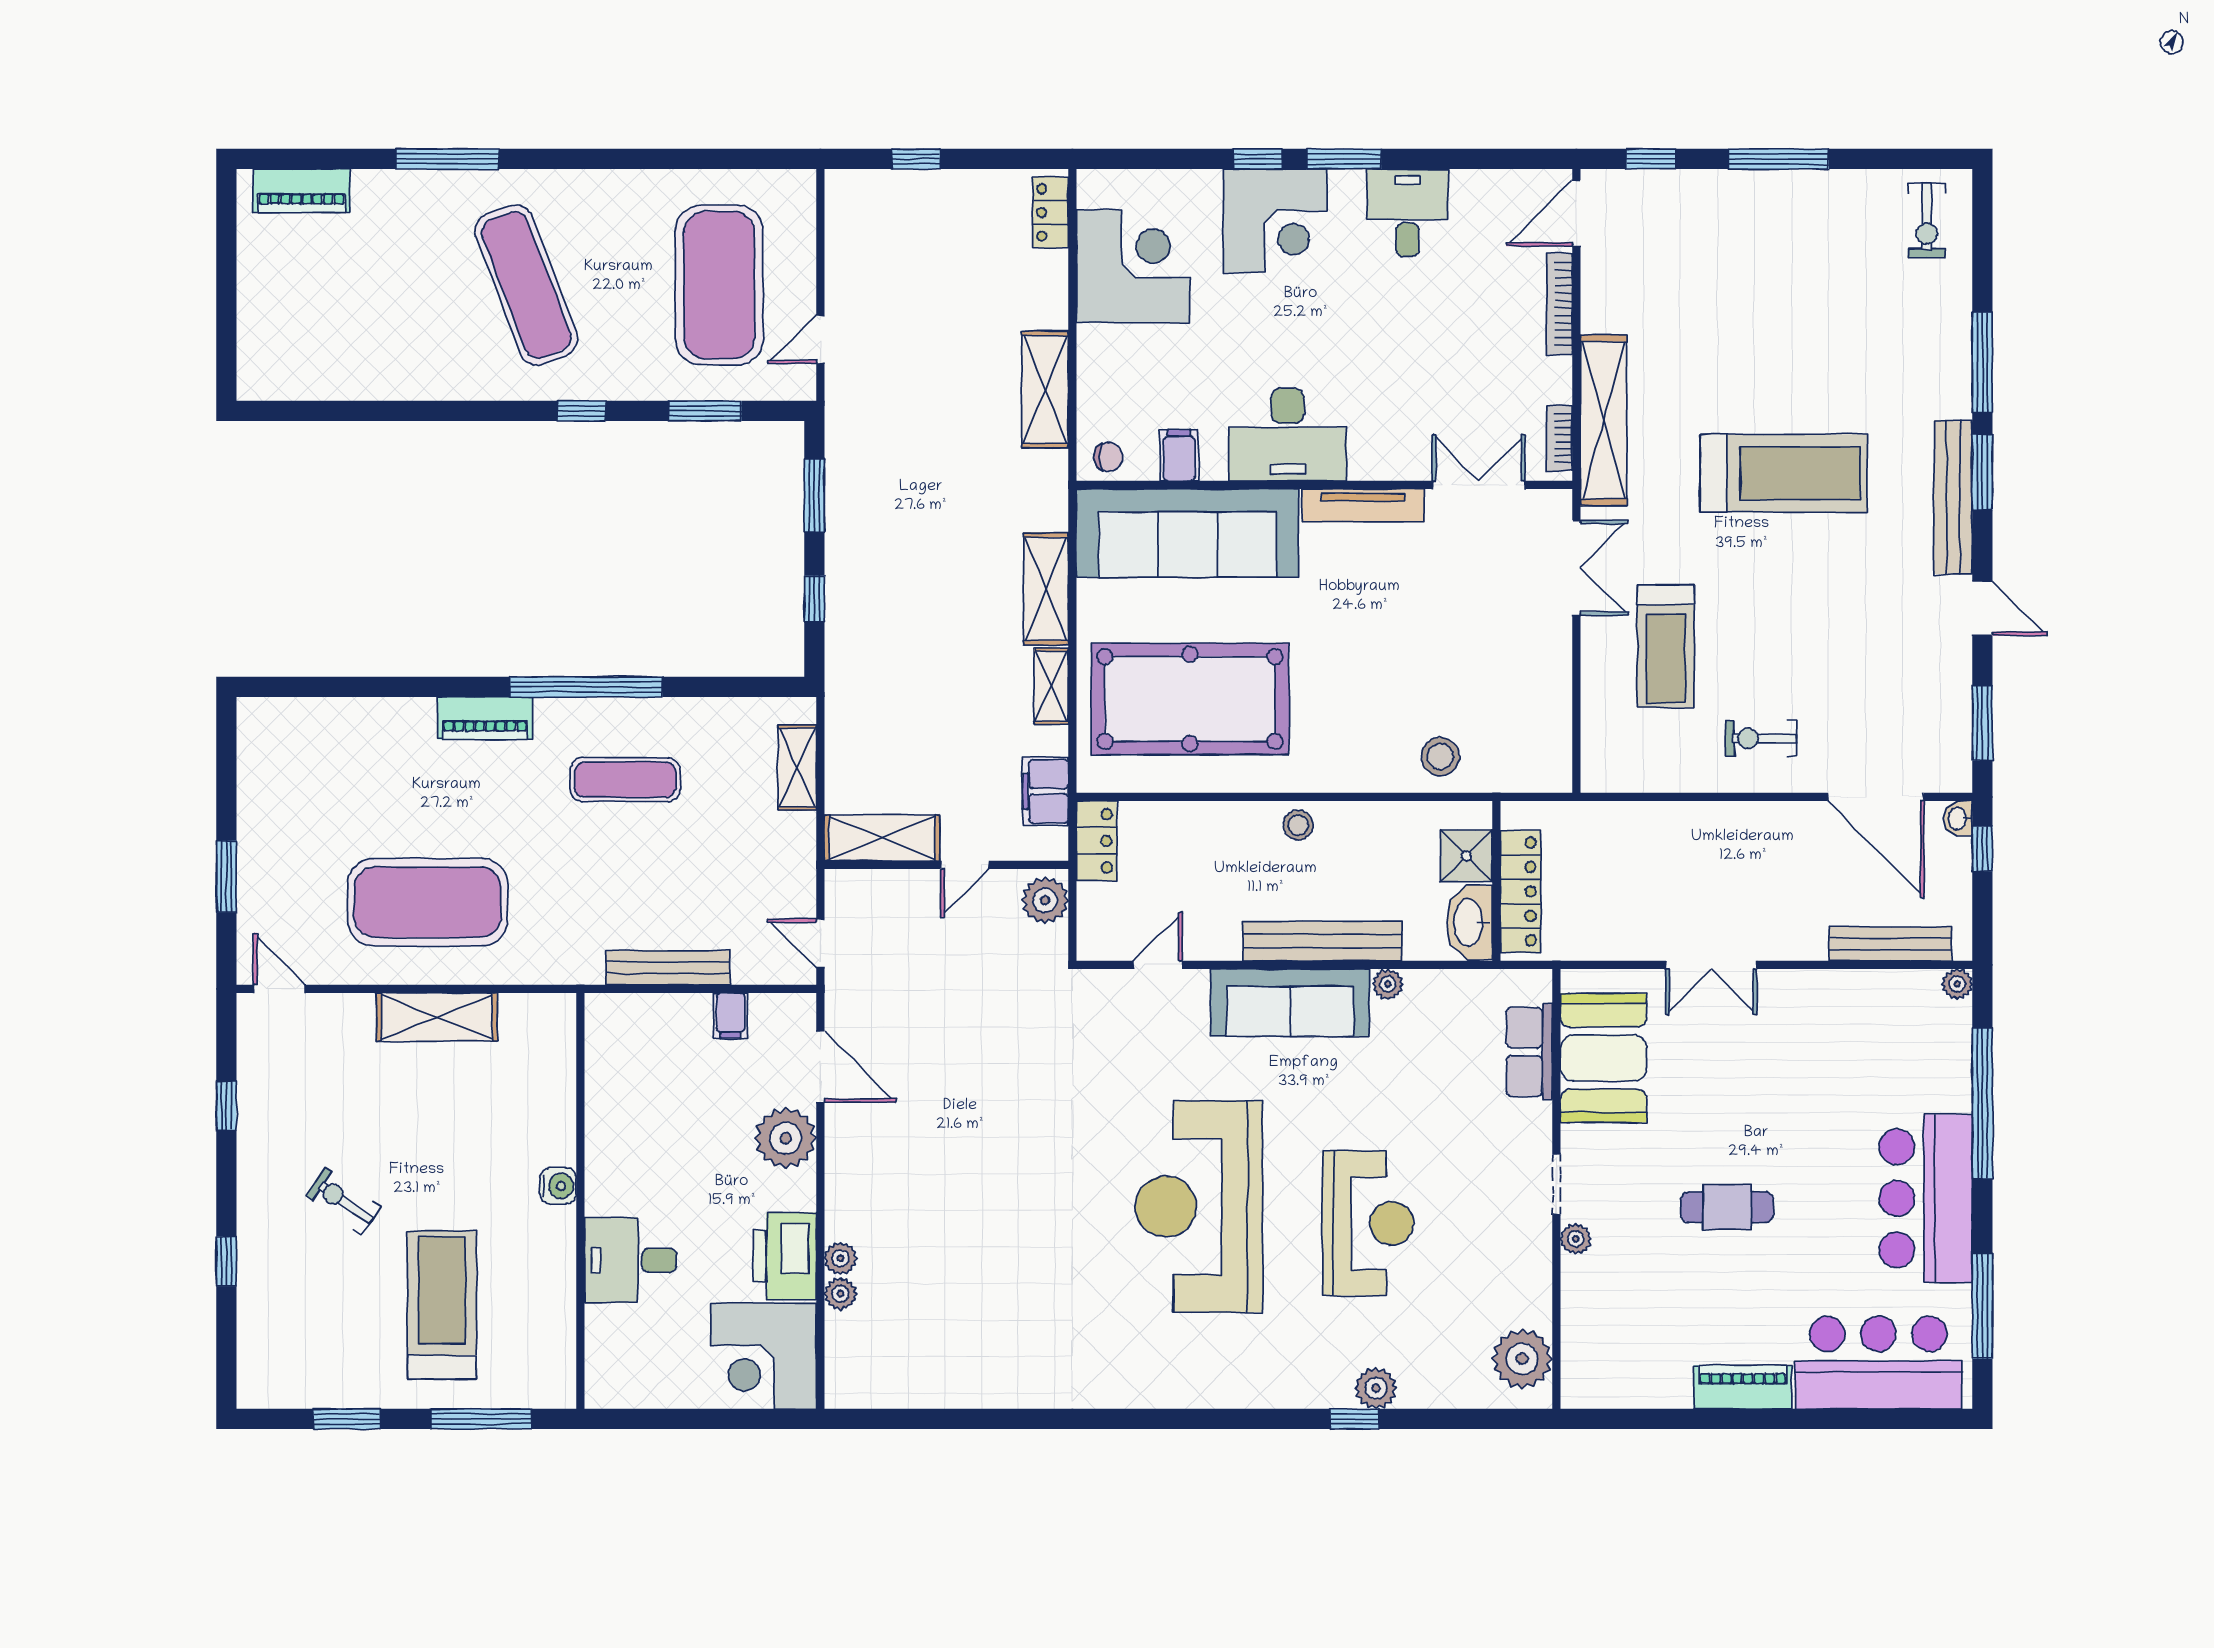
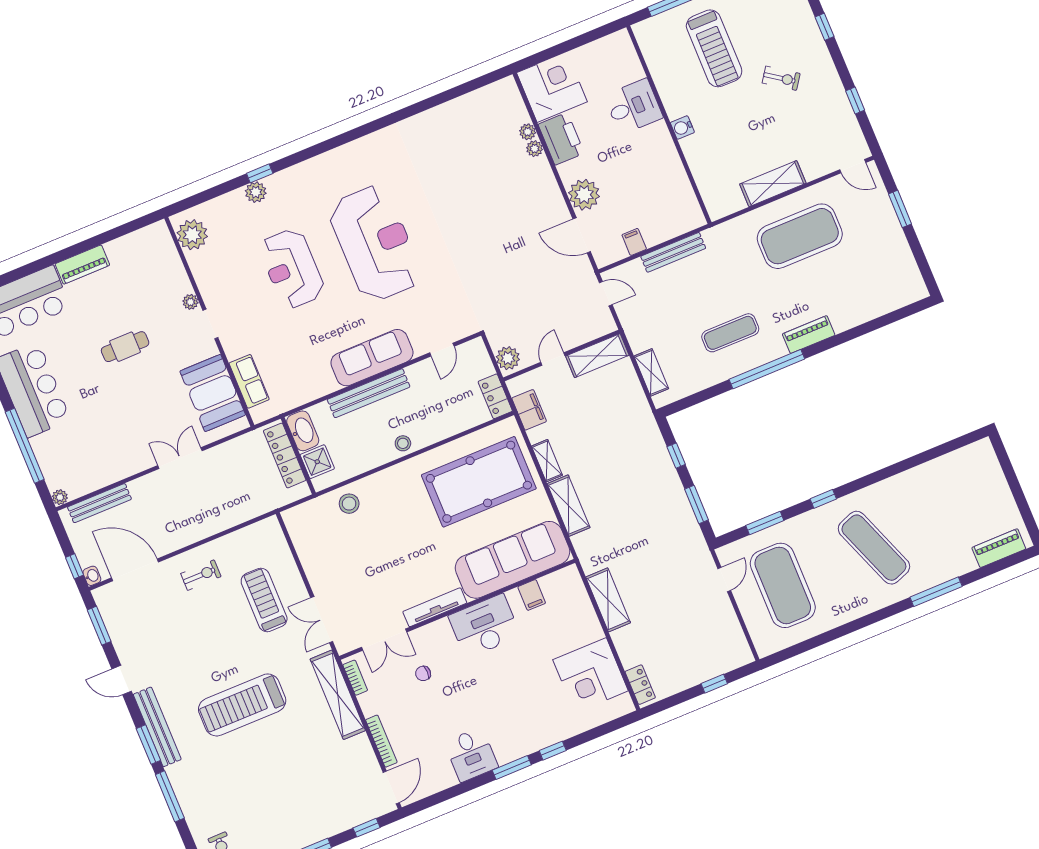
corner desk: (1275, 221) -> (532, 725), removed
chair: (1108, 457) -> (423, 673), moved
plant: (1388, 984) -> (329, 386), removed

